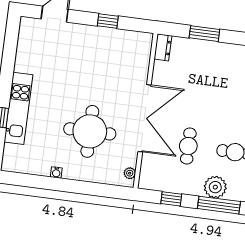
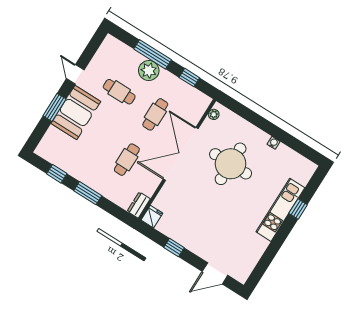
window: (204, 34) -> (88, 193), moved
fridge: (144, 42) -> (152, 217), added
cafe table: (196, 88) -> (127, 160), added

